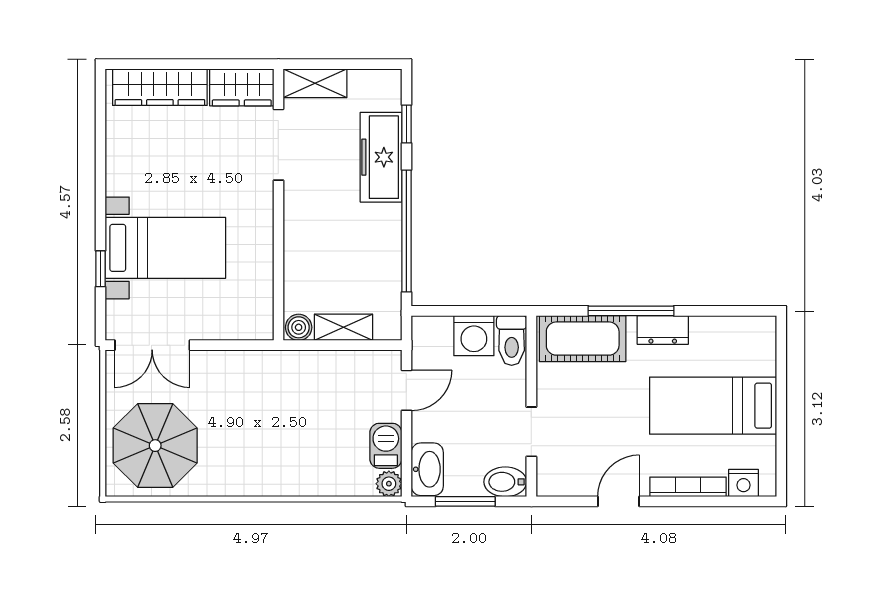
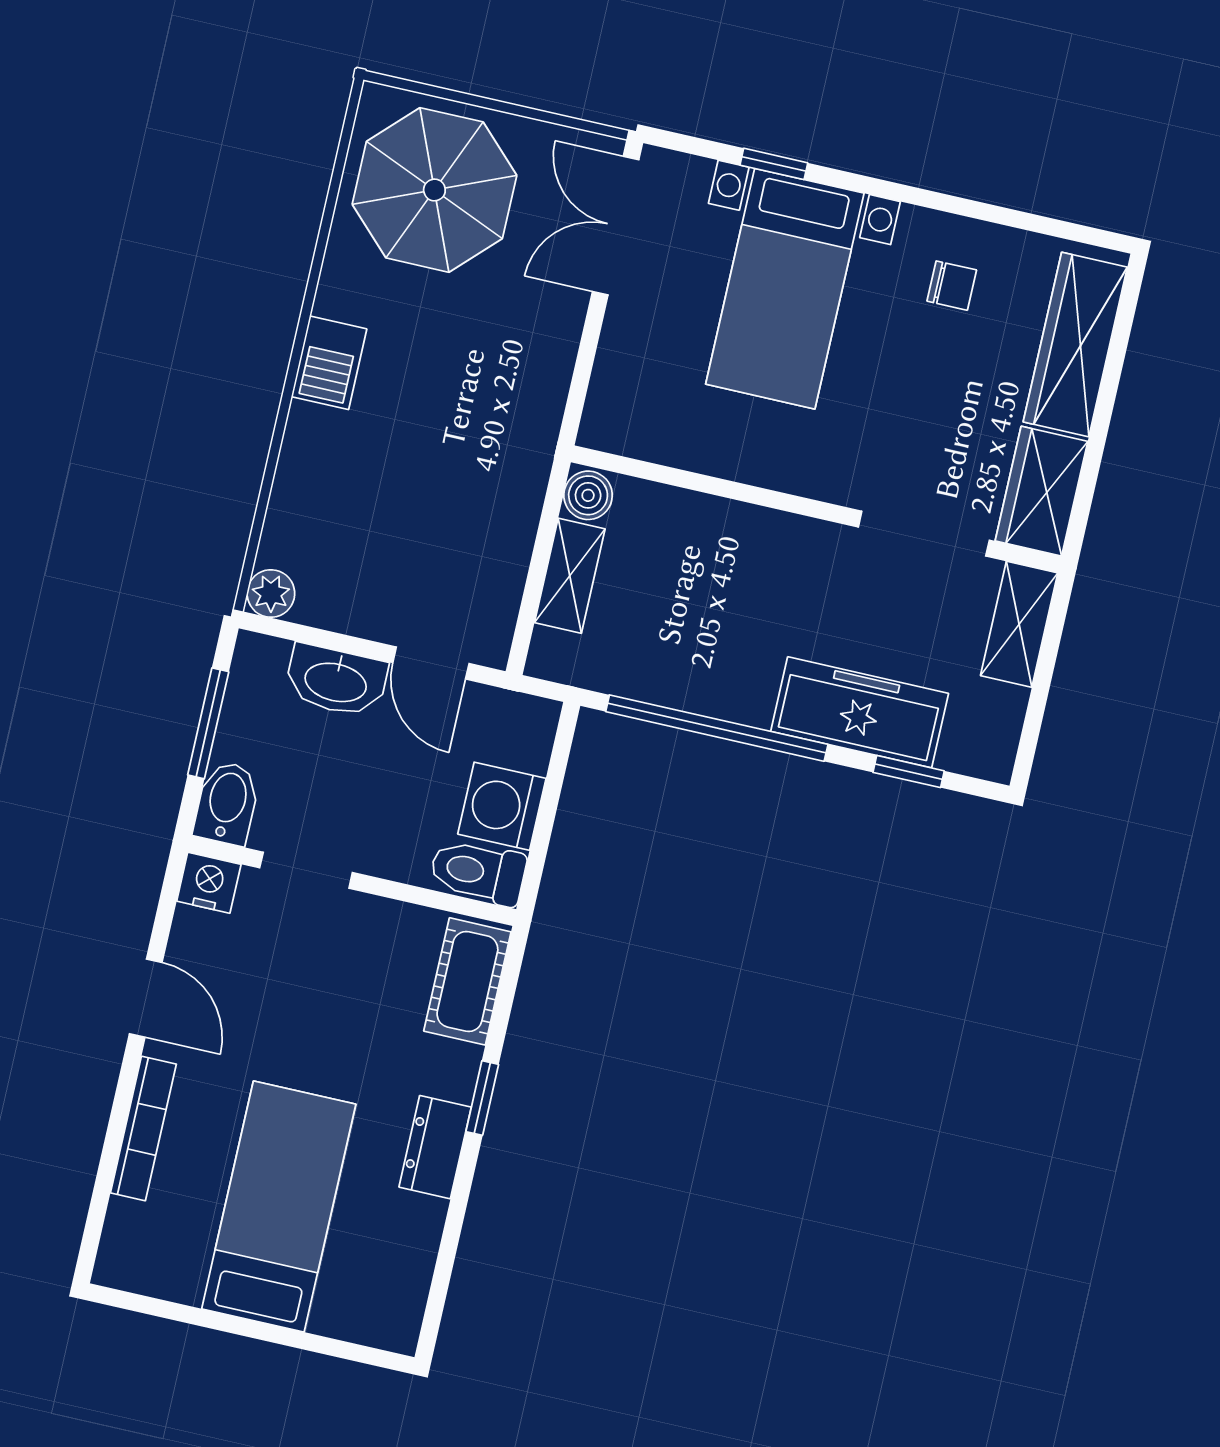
chair: (144, 160) -> (952, 286), added
window: (631, 311) -> (482, 1098), width x0.46
cot: (583, 339) -> (467, 981), width x0.73, depth x0.75
barbecue: (386, 446) -> (329, 363), moved, turned 90
washbasin: (427, 469) -> (336, 681), moved
nightstand: (744, 483) -> (209, 883), moved, turned 90

